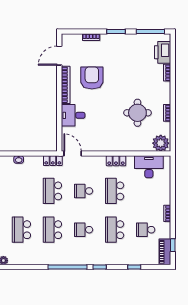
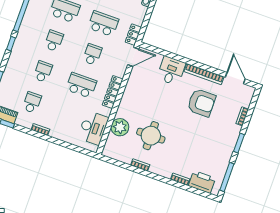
plant: (161, 143) -> (120, 127), moved
locker: (116, 161) -> (113, 92), width x1.53
school desk: (115, 230) -> (43, 72), width x0.54

